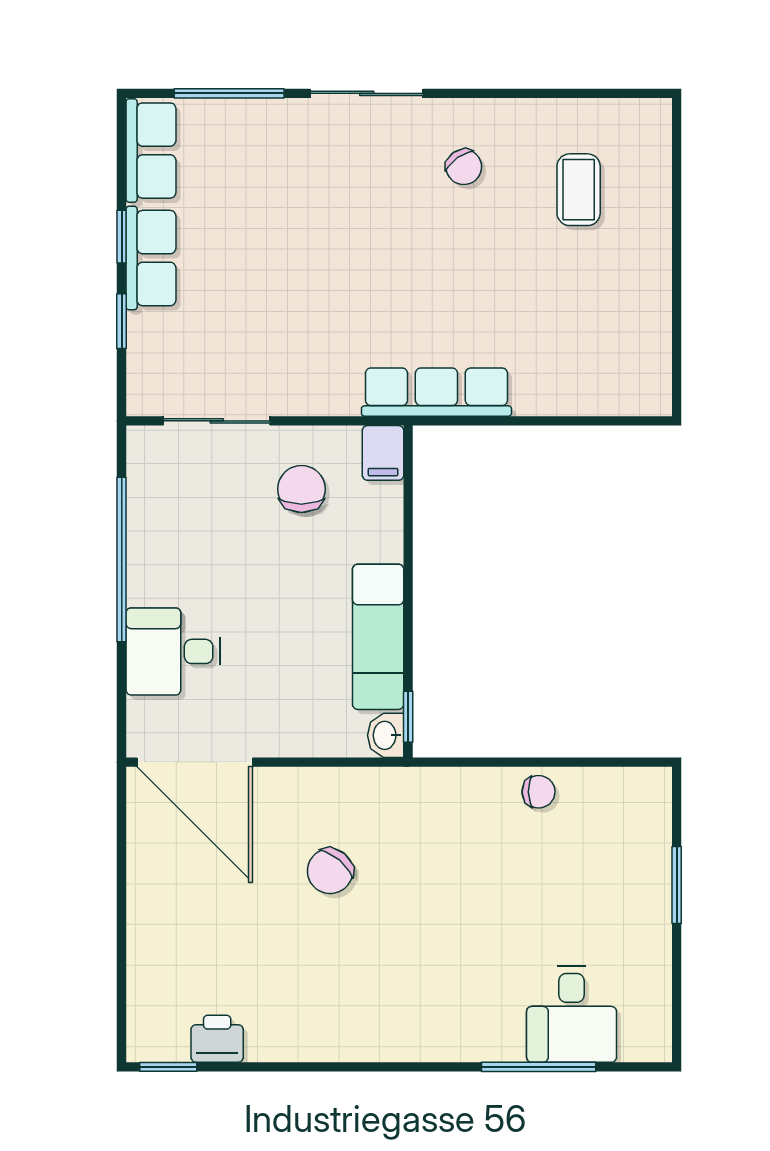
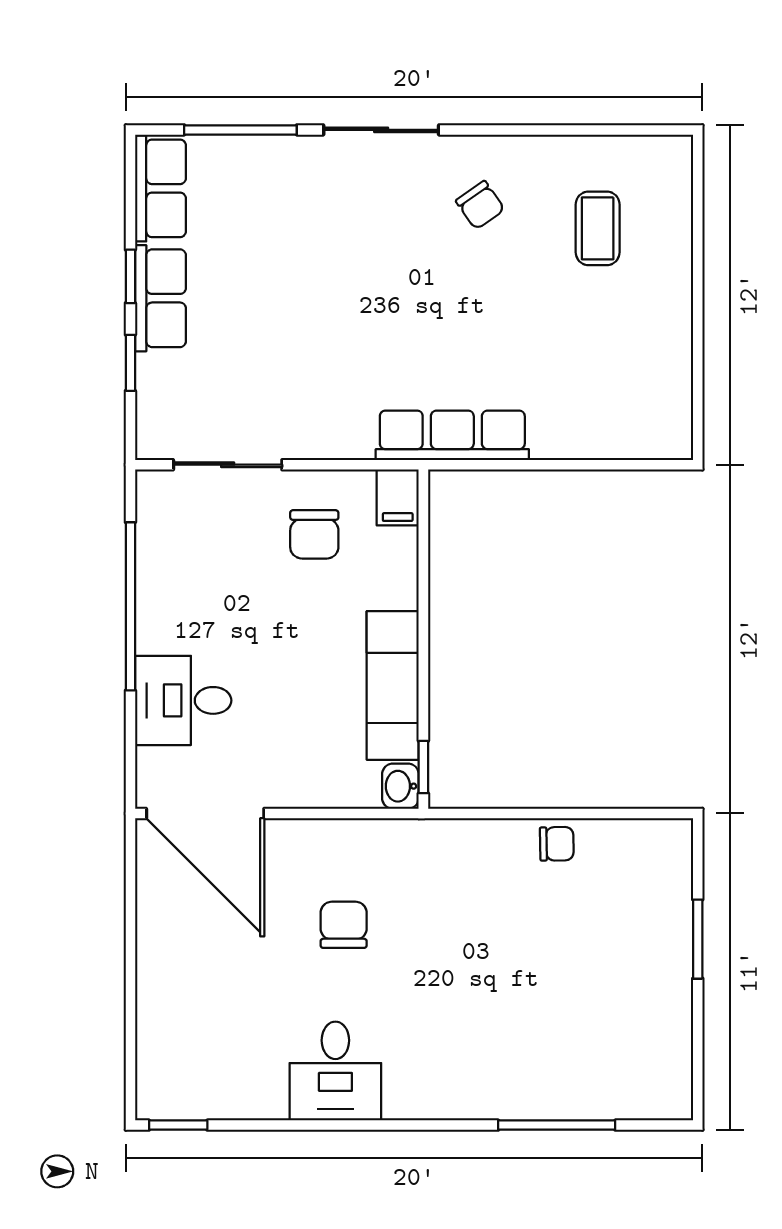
chair: (301, 489) -> (314, 534), turned 180
chair: (330, 871) -> (344, 925), turned 140
desk: (572, 1014) -> (335, 1071), moved
printer: (217, 1039) -> (228, 1096), removed

